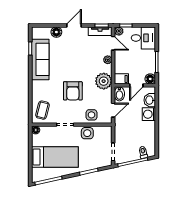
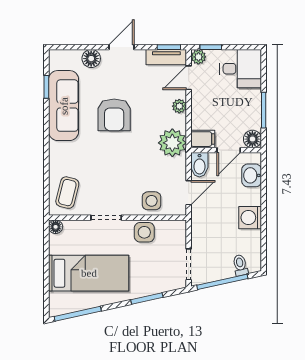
door: (113, 43) -> (189, 78), swing flipped
armchair: (73, 91) -> (114, 115), moved
washing machine: (149, 114) -> (250, 218), moved

